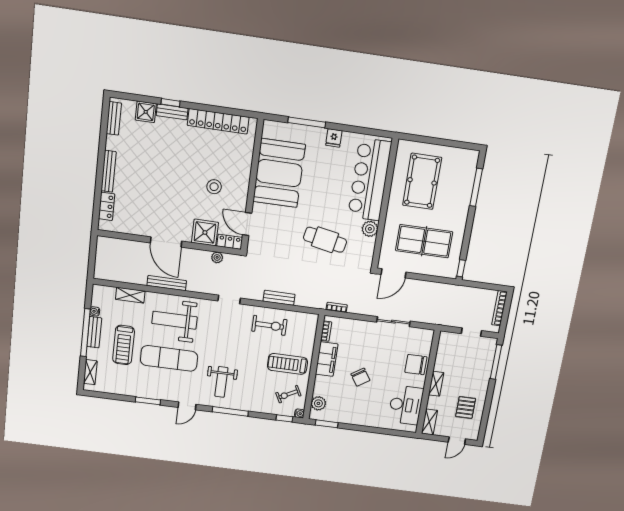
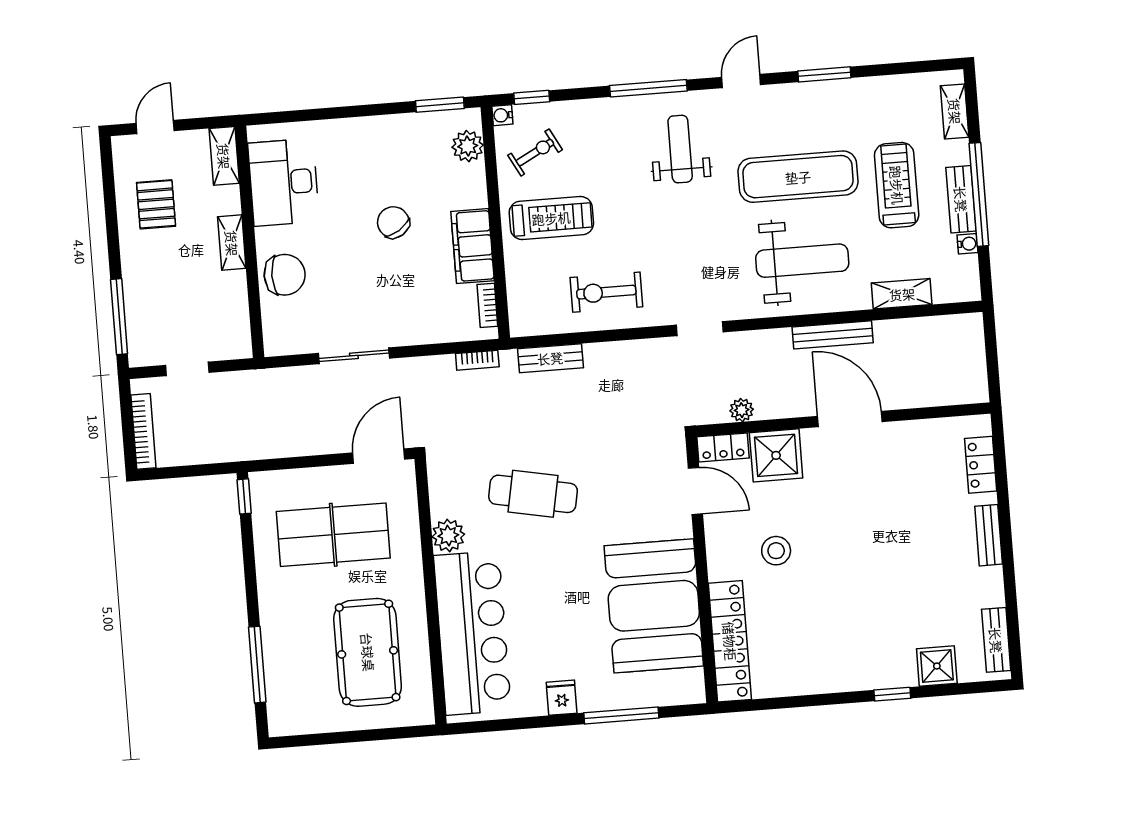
bench: (172, 112) -> (886, 677), removed
locker: (218, 121) -> (730, 641), moved, turned 90
bench: (109, 171) -> (989, 535), width x0.73
bench: (279, 298) -> (550, 358), moved

